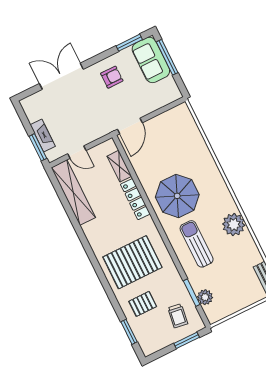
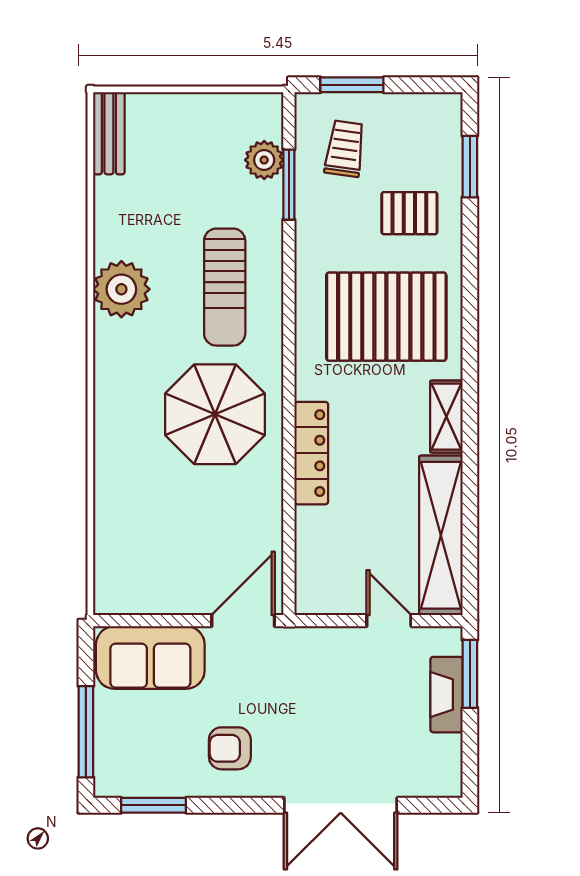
sofa: (151, 60) -> (150, 657), moved, turned 90
shelving: (119, 166) -> (446, 417), moved

